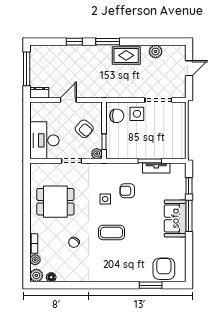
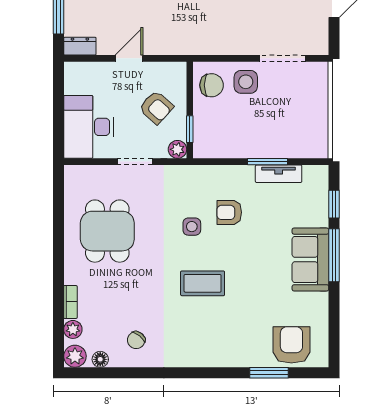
dining table: (55, 202) -> (107, 231), turned 90
chair: (74, 242) -> (136, 340), moved

